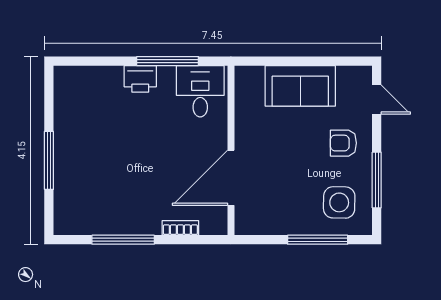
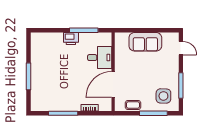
desk: (200, 91) -> (100, 58), moved, turned 90
armchair: (343, 143) -> (165, 68), removed
coffee table: (274, 222) -> (133, 105), added

